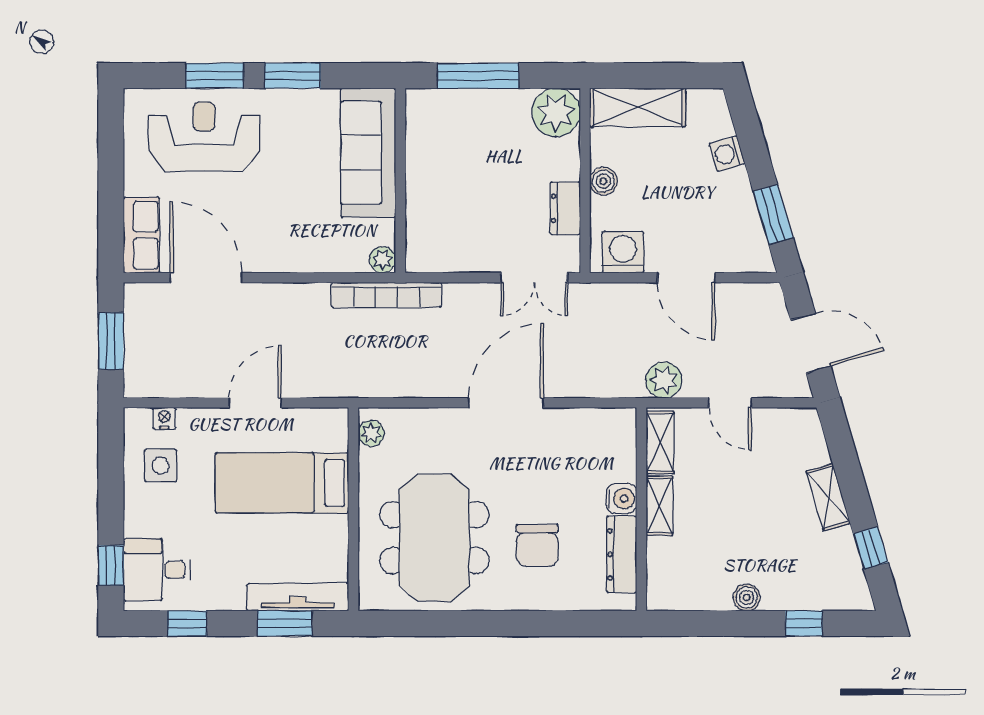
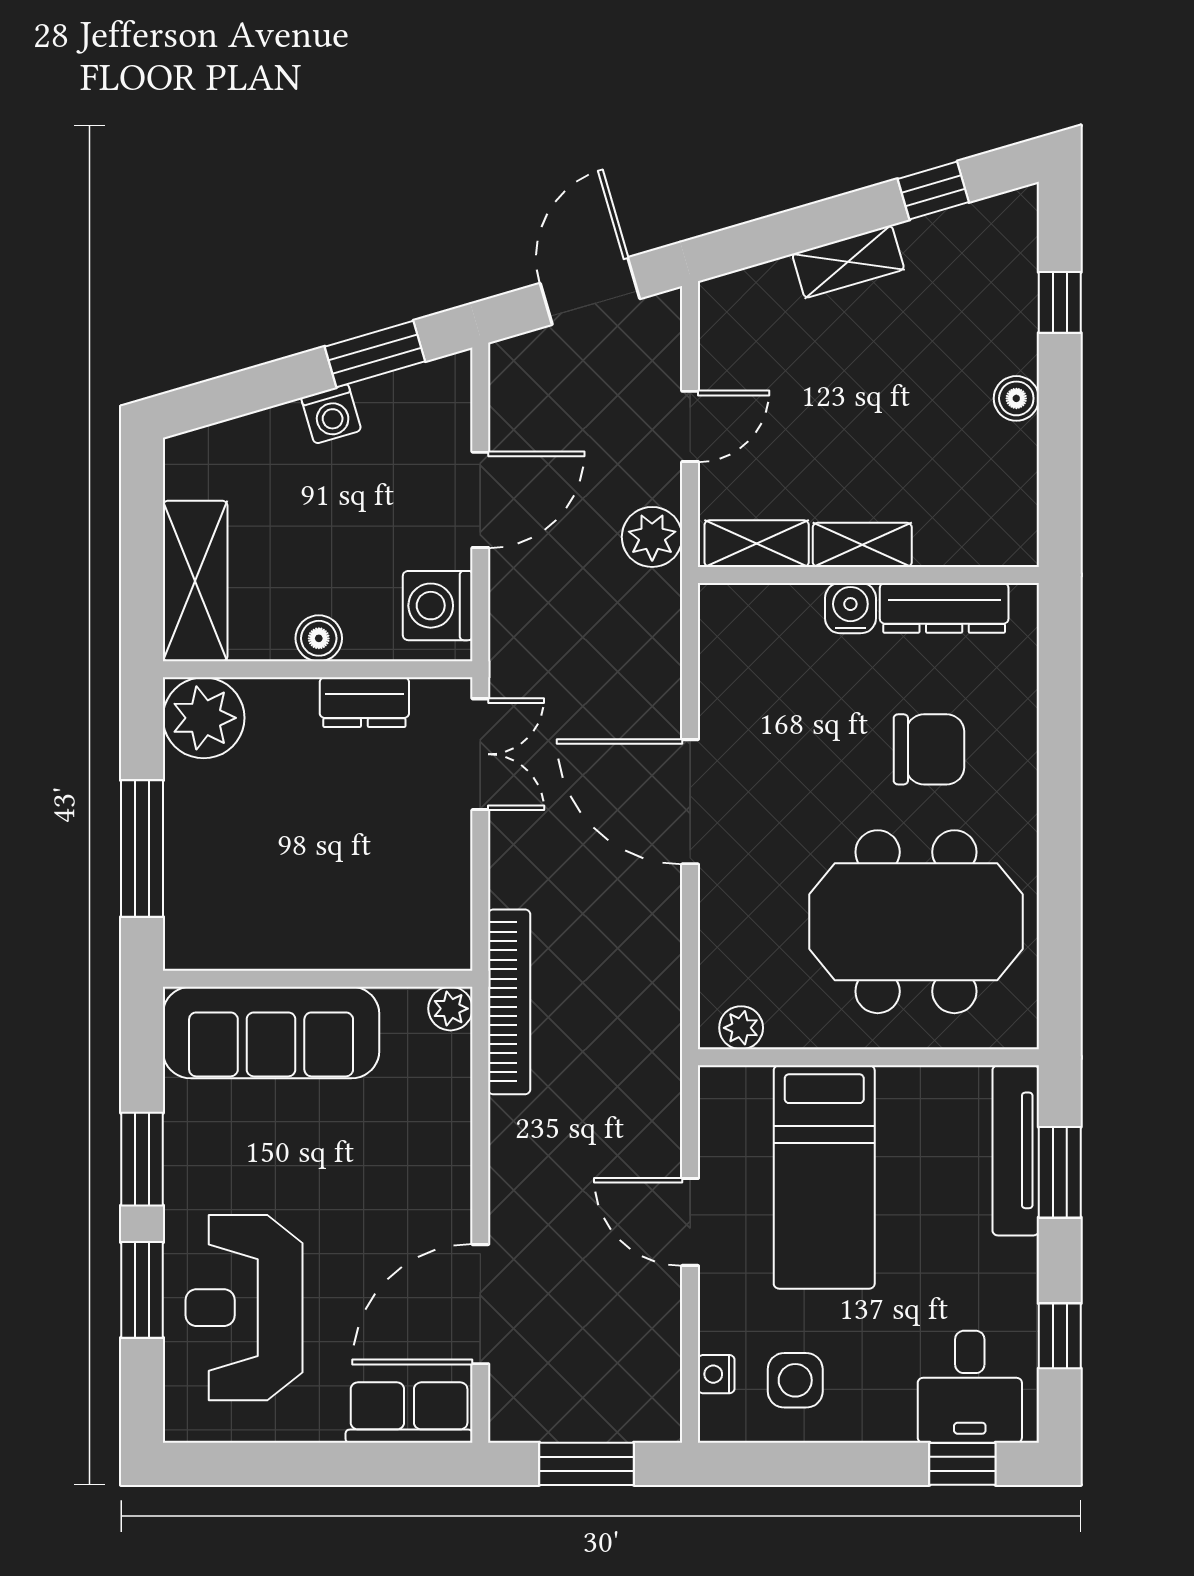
washing machine: (727, 154) -> (331, 414), moved

